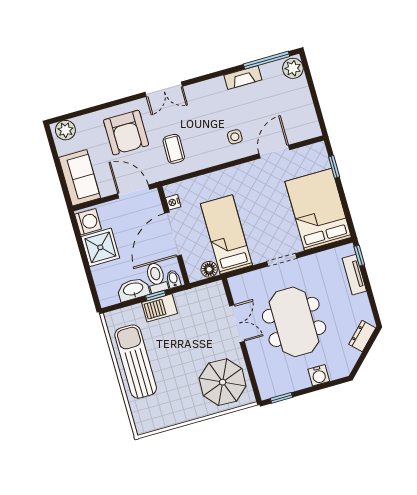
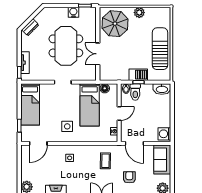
armchair: (126, 133) -> (129, 177), width x0.53, depth x0.53
door: (274, 152) -> (38, 143), moved
side table: (254, 188) -> (67, 126), added
bed: (318, 209) -> (30, 104), width x0.67
door: (173, 234) -> (119, 113), width x0.53
shower: (100, 247) -> (162, 118), removed
washbasin: (133, 289) -> (162, 89), moved
sun lounger: (136, 362) -> (160, 49), turned 180
water cooler: (319, 375) -> (73, 12), moved
plant: (187, 412) -> (139, 13), added

